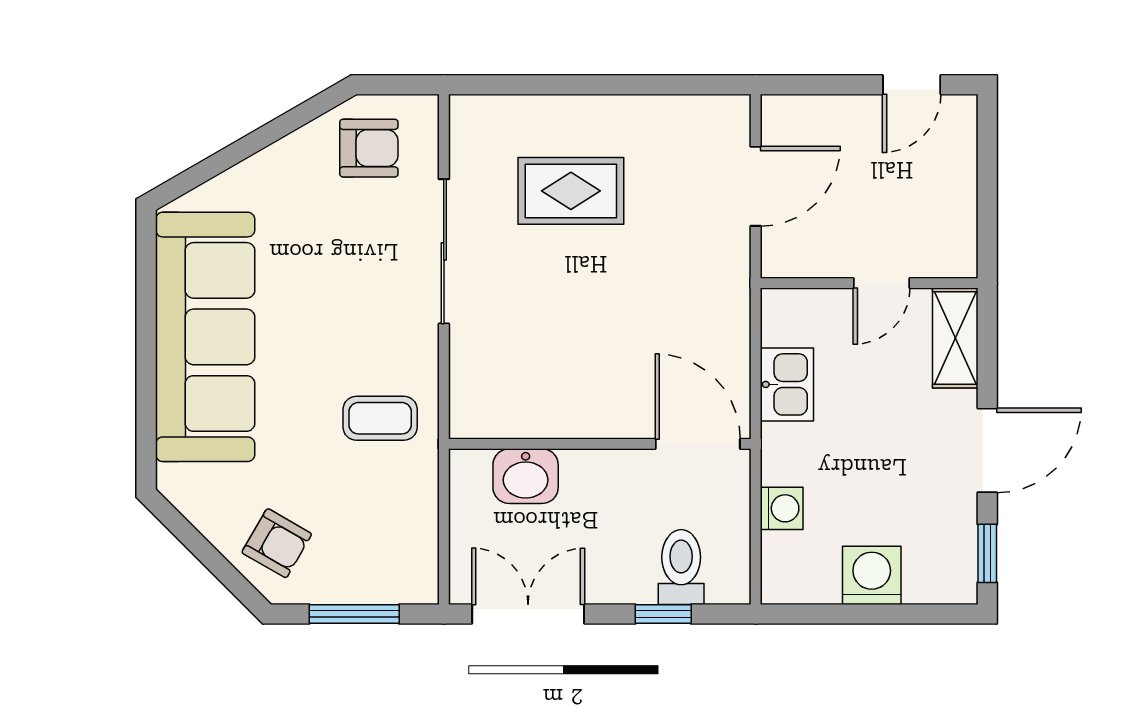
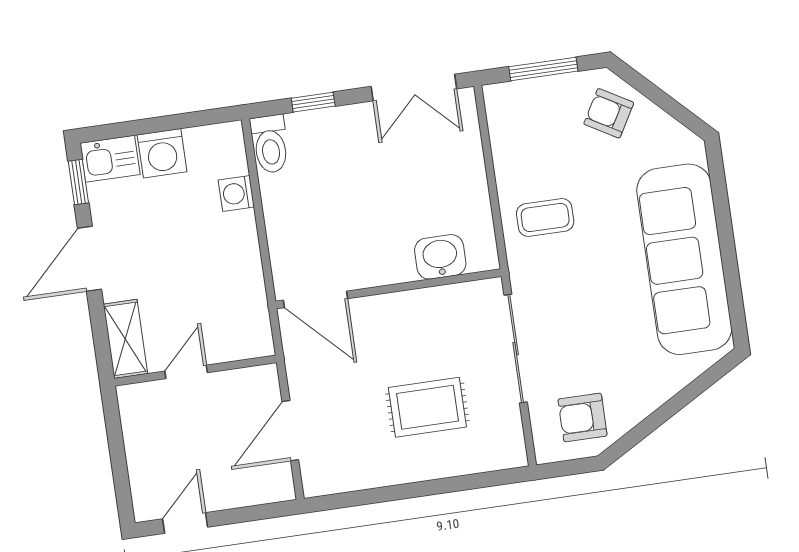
kitchen sink: (787, 384) -> (110, 159), moved, turned -90
wall: (600, 444) -> (388, 289), moved
door: (698, 444) -> (315, 299), moved
washbasin: (526, 476) -> (440, 257), moved
toilet: (681, 567) -> (270, 144), moved

